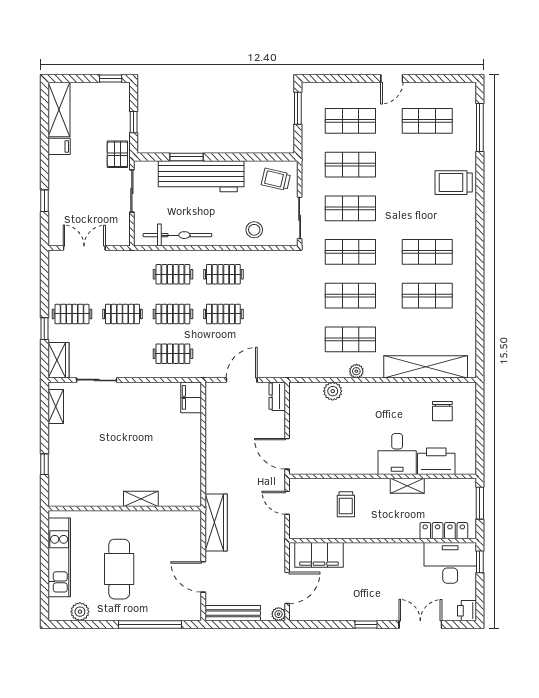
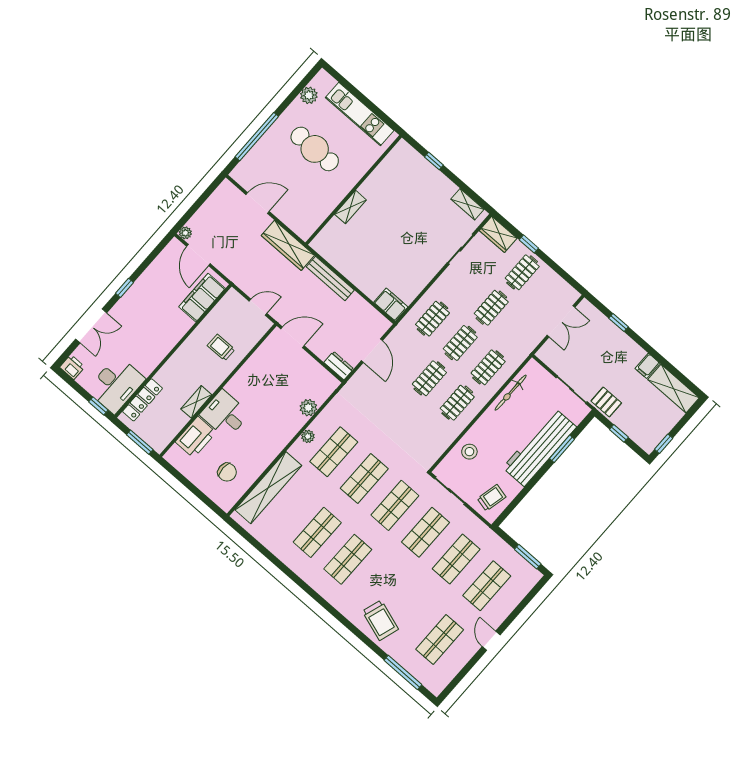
trolley: (454, 183) -> (380, 620), turned 108
bicycle: (177, 235) -> (511, 393), width x0.73, depth x0.71
chair: (442, 411) -> (227, 472), turned 180
bench: (233, 613) -> (330, 278), moved, turned 90

